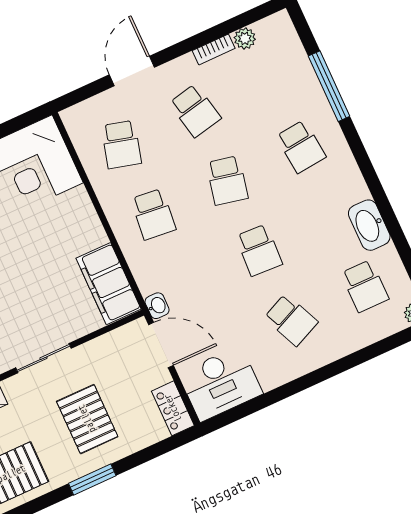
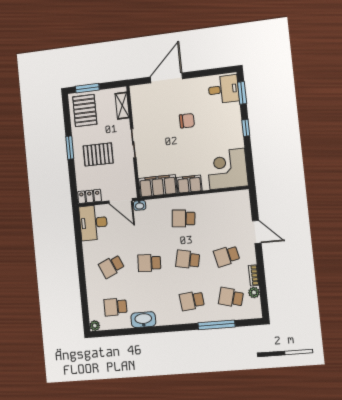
school desk: (121, 144) -> (231, 297), moved
filing cabinet: (85, 225) -> (189, 184), added
door: (161, 345) -> (121, 201), hinge flipped

